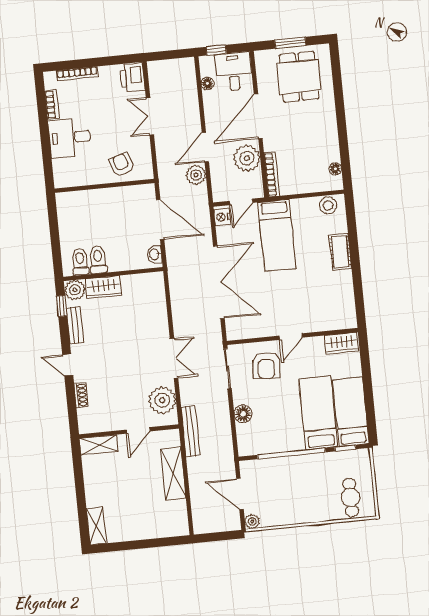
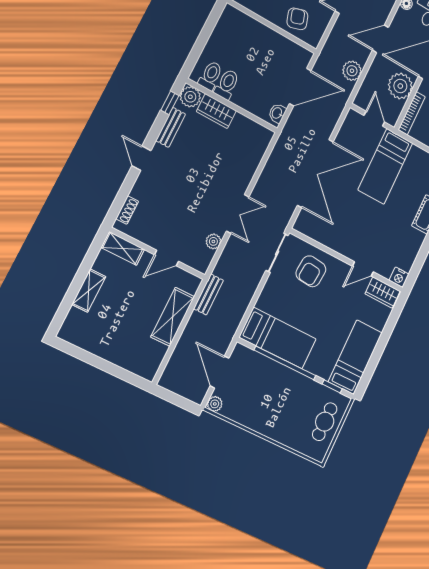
door: (205, 147) -> (380, 39), moved
door: (241, 202) -> (374, 119), swing flipped
nightstand: (222, 217) -> (399, 277), moved, turned -90
door: (160, 220) -> (300, 87), hinge flipped
door: (291, 337) -> (363, 269), moved
shoe rack: (81, 395) -> (127, 210), moved
plant: (162, 400) -> (213, 241), width x0.53, depth x0.53
bed: (318, 413) -> (278, 338), moved, turned 90
floor lamp: (243, 414) -> (266, 301), removed
bench: (190, 431) -> (208, 294), width x0.73
cafe table: (351, 497) -> (325, 422), moved
shelving: (96, 526) -> (89, 290), moved

